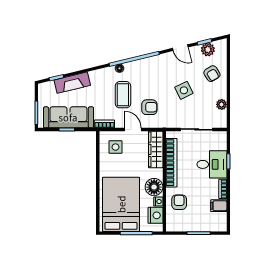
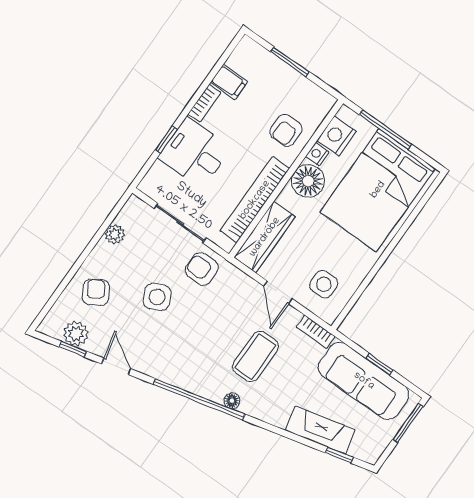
armchair: (149, 107) -> (202, 269), moved

